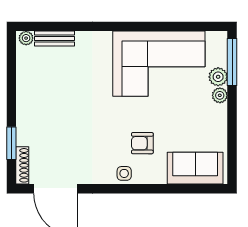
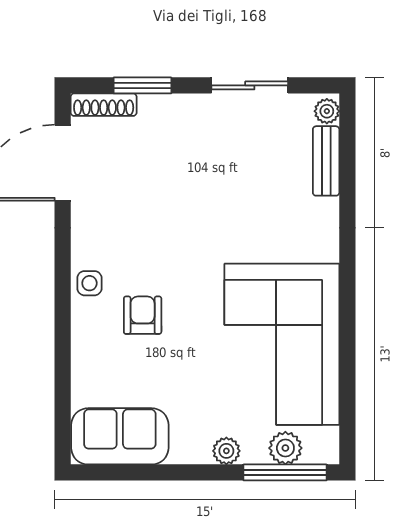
plant: (218, 77) -> (285, 448), moved
sliding door: (11, 82) -> (250, 85), added
sofa: (195, 168) -> (120, 436), moved, turned -90

